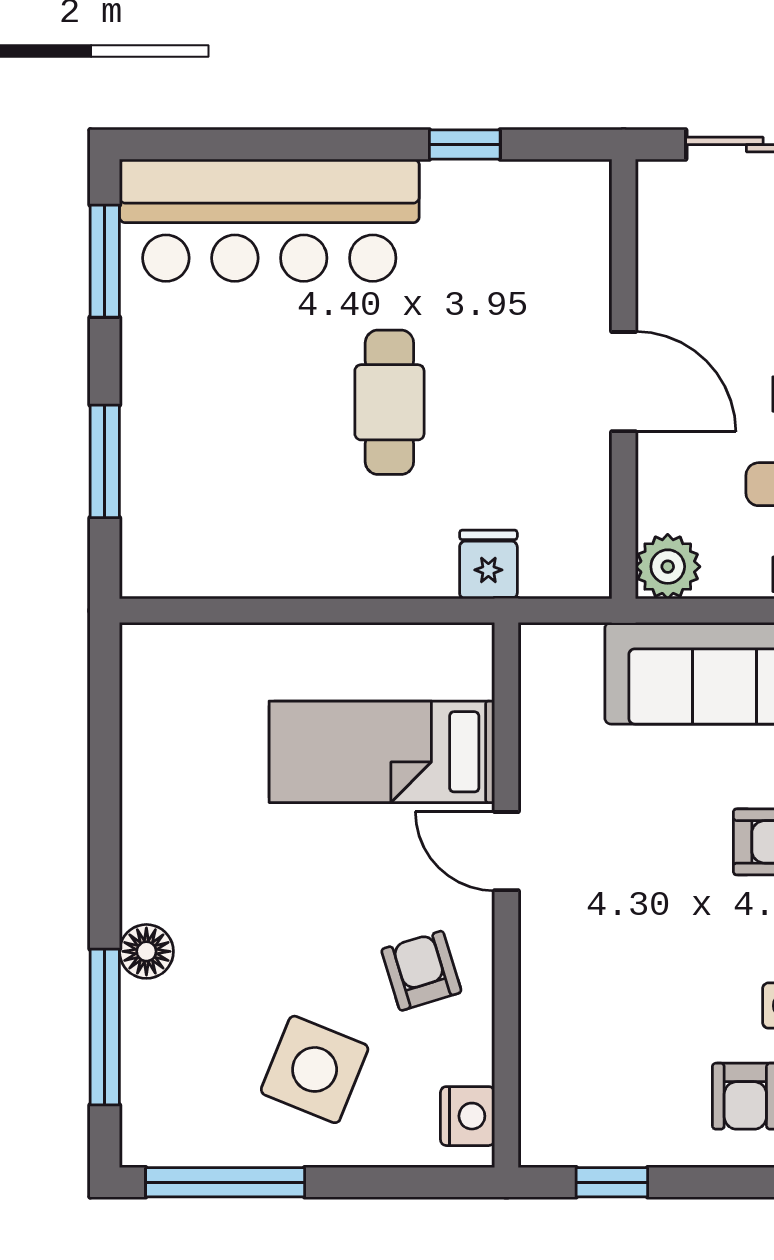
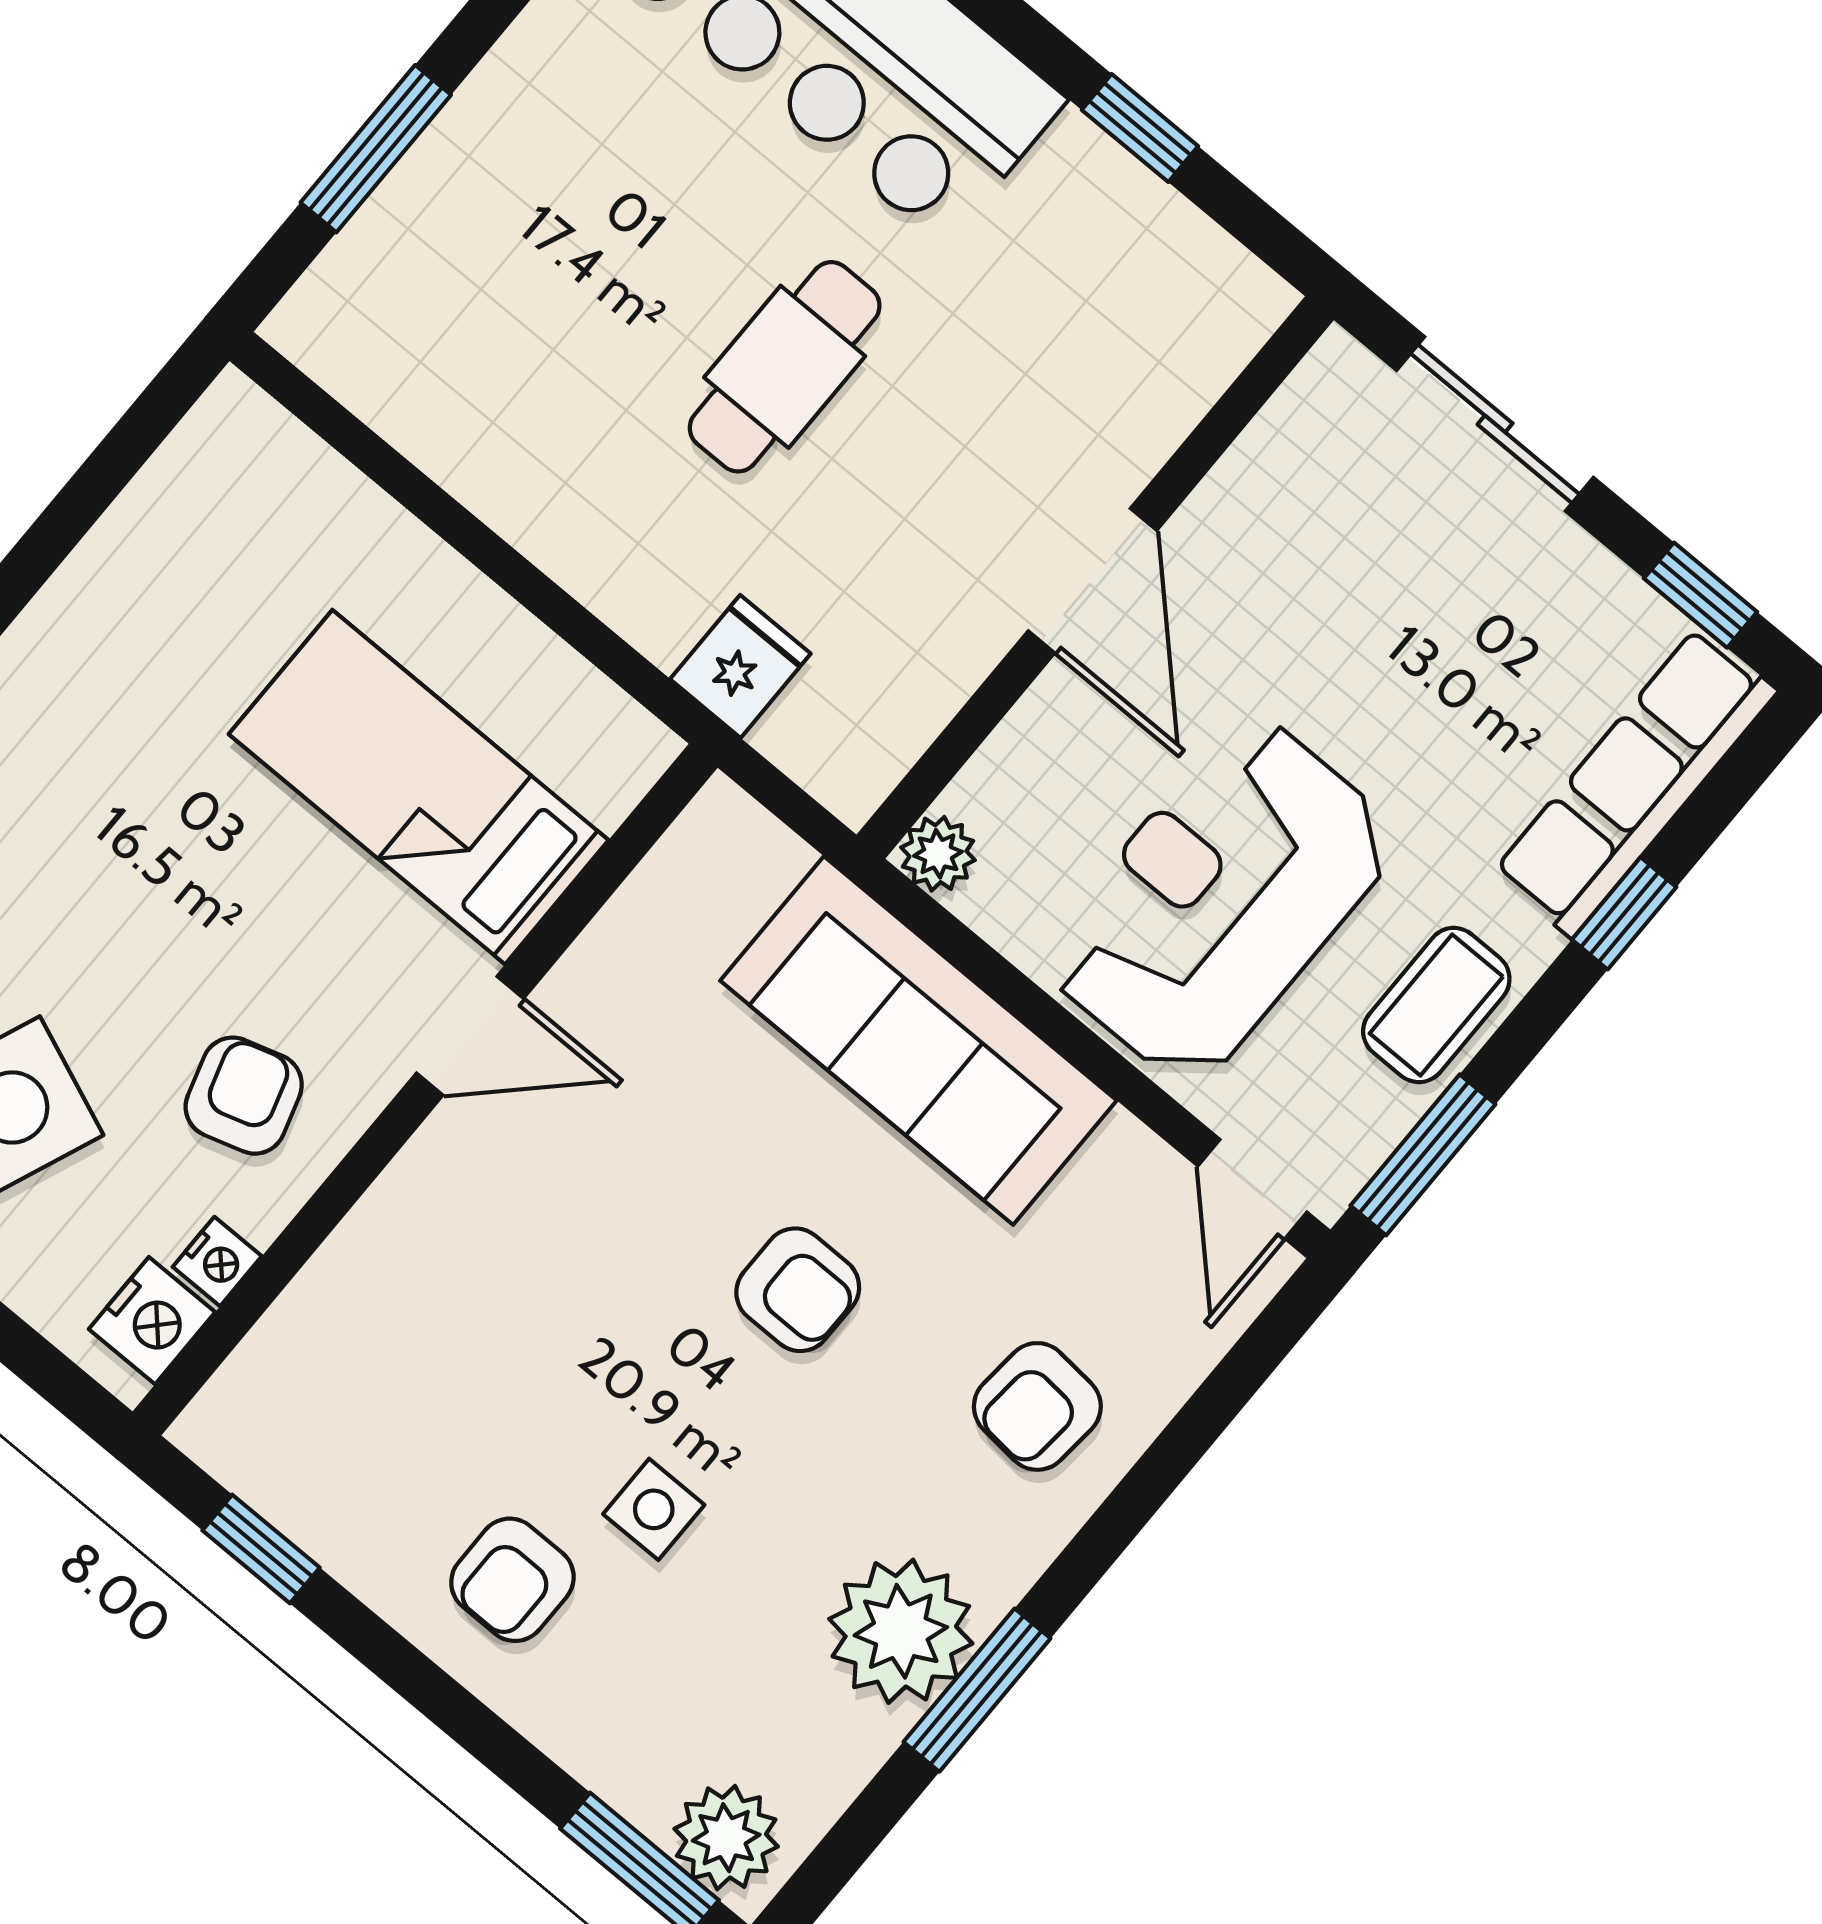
plant: (668, 567) -> (938, 854), width x0.73, depth x0.73
door: (506, 851) -> (470, 1036), swing flipped
nightstand: (475, 1061) -> (217, 1262), added

